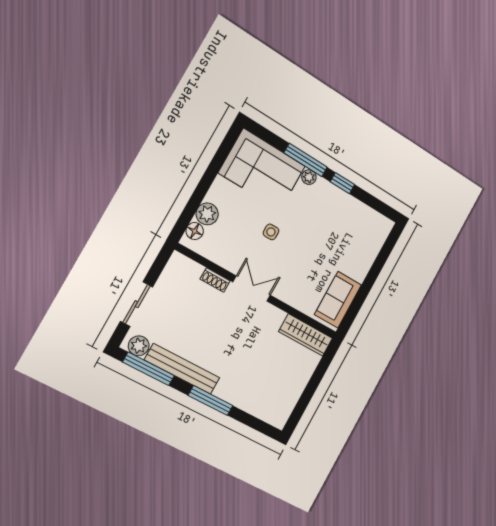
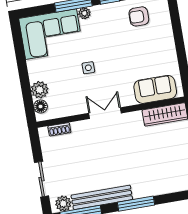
armchair: (355, 223) -> (139, 16), added
shoe rack: (215, 280) -> (59, 129), moved
sofa: (338, 300) -> (155, 89), moved, turned 90

